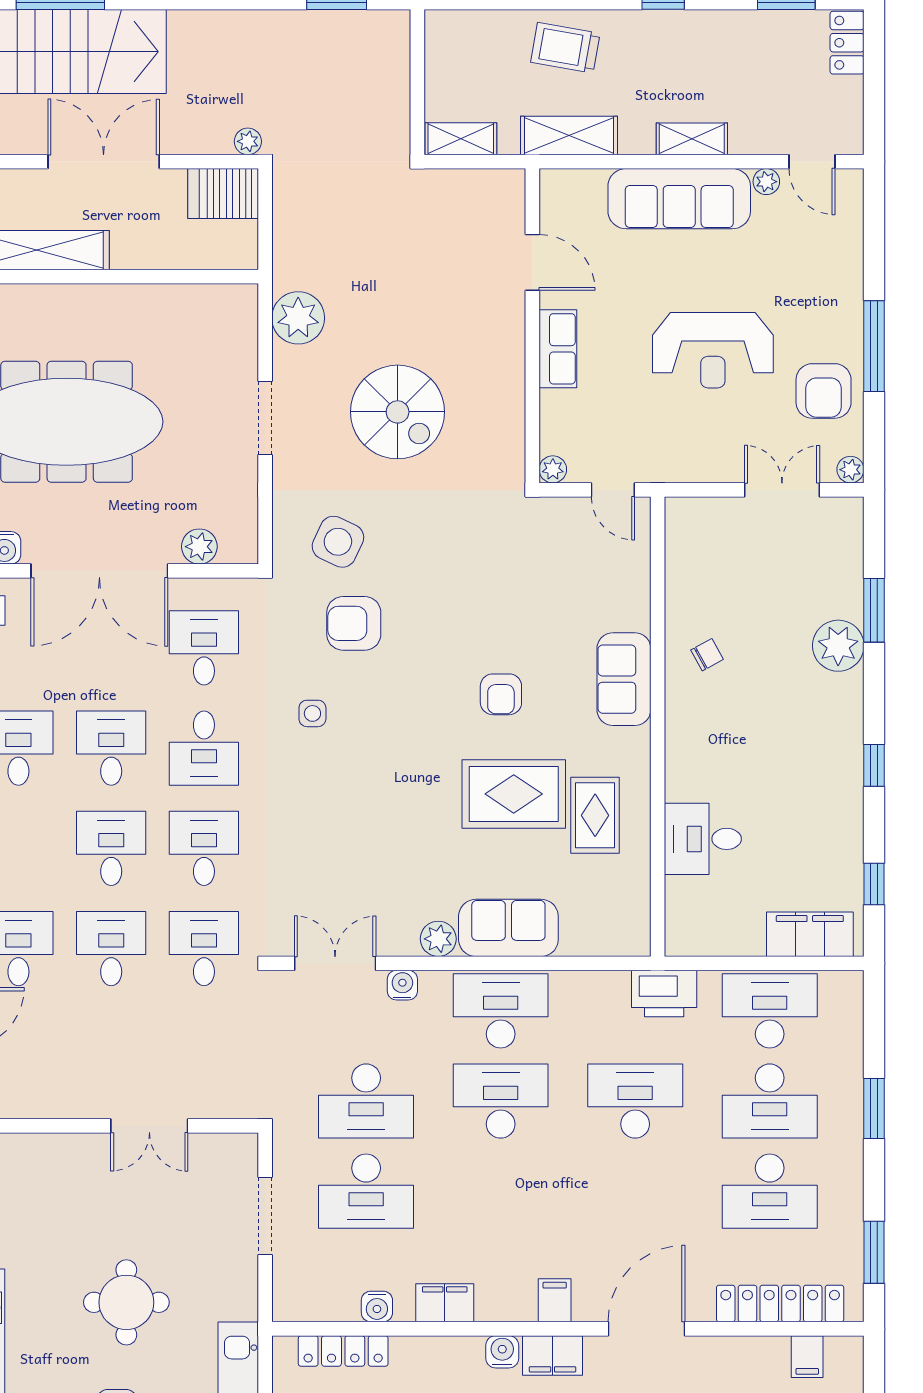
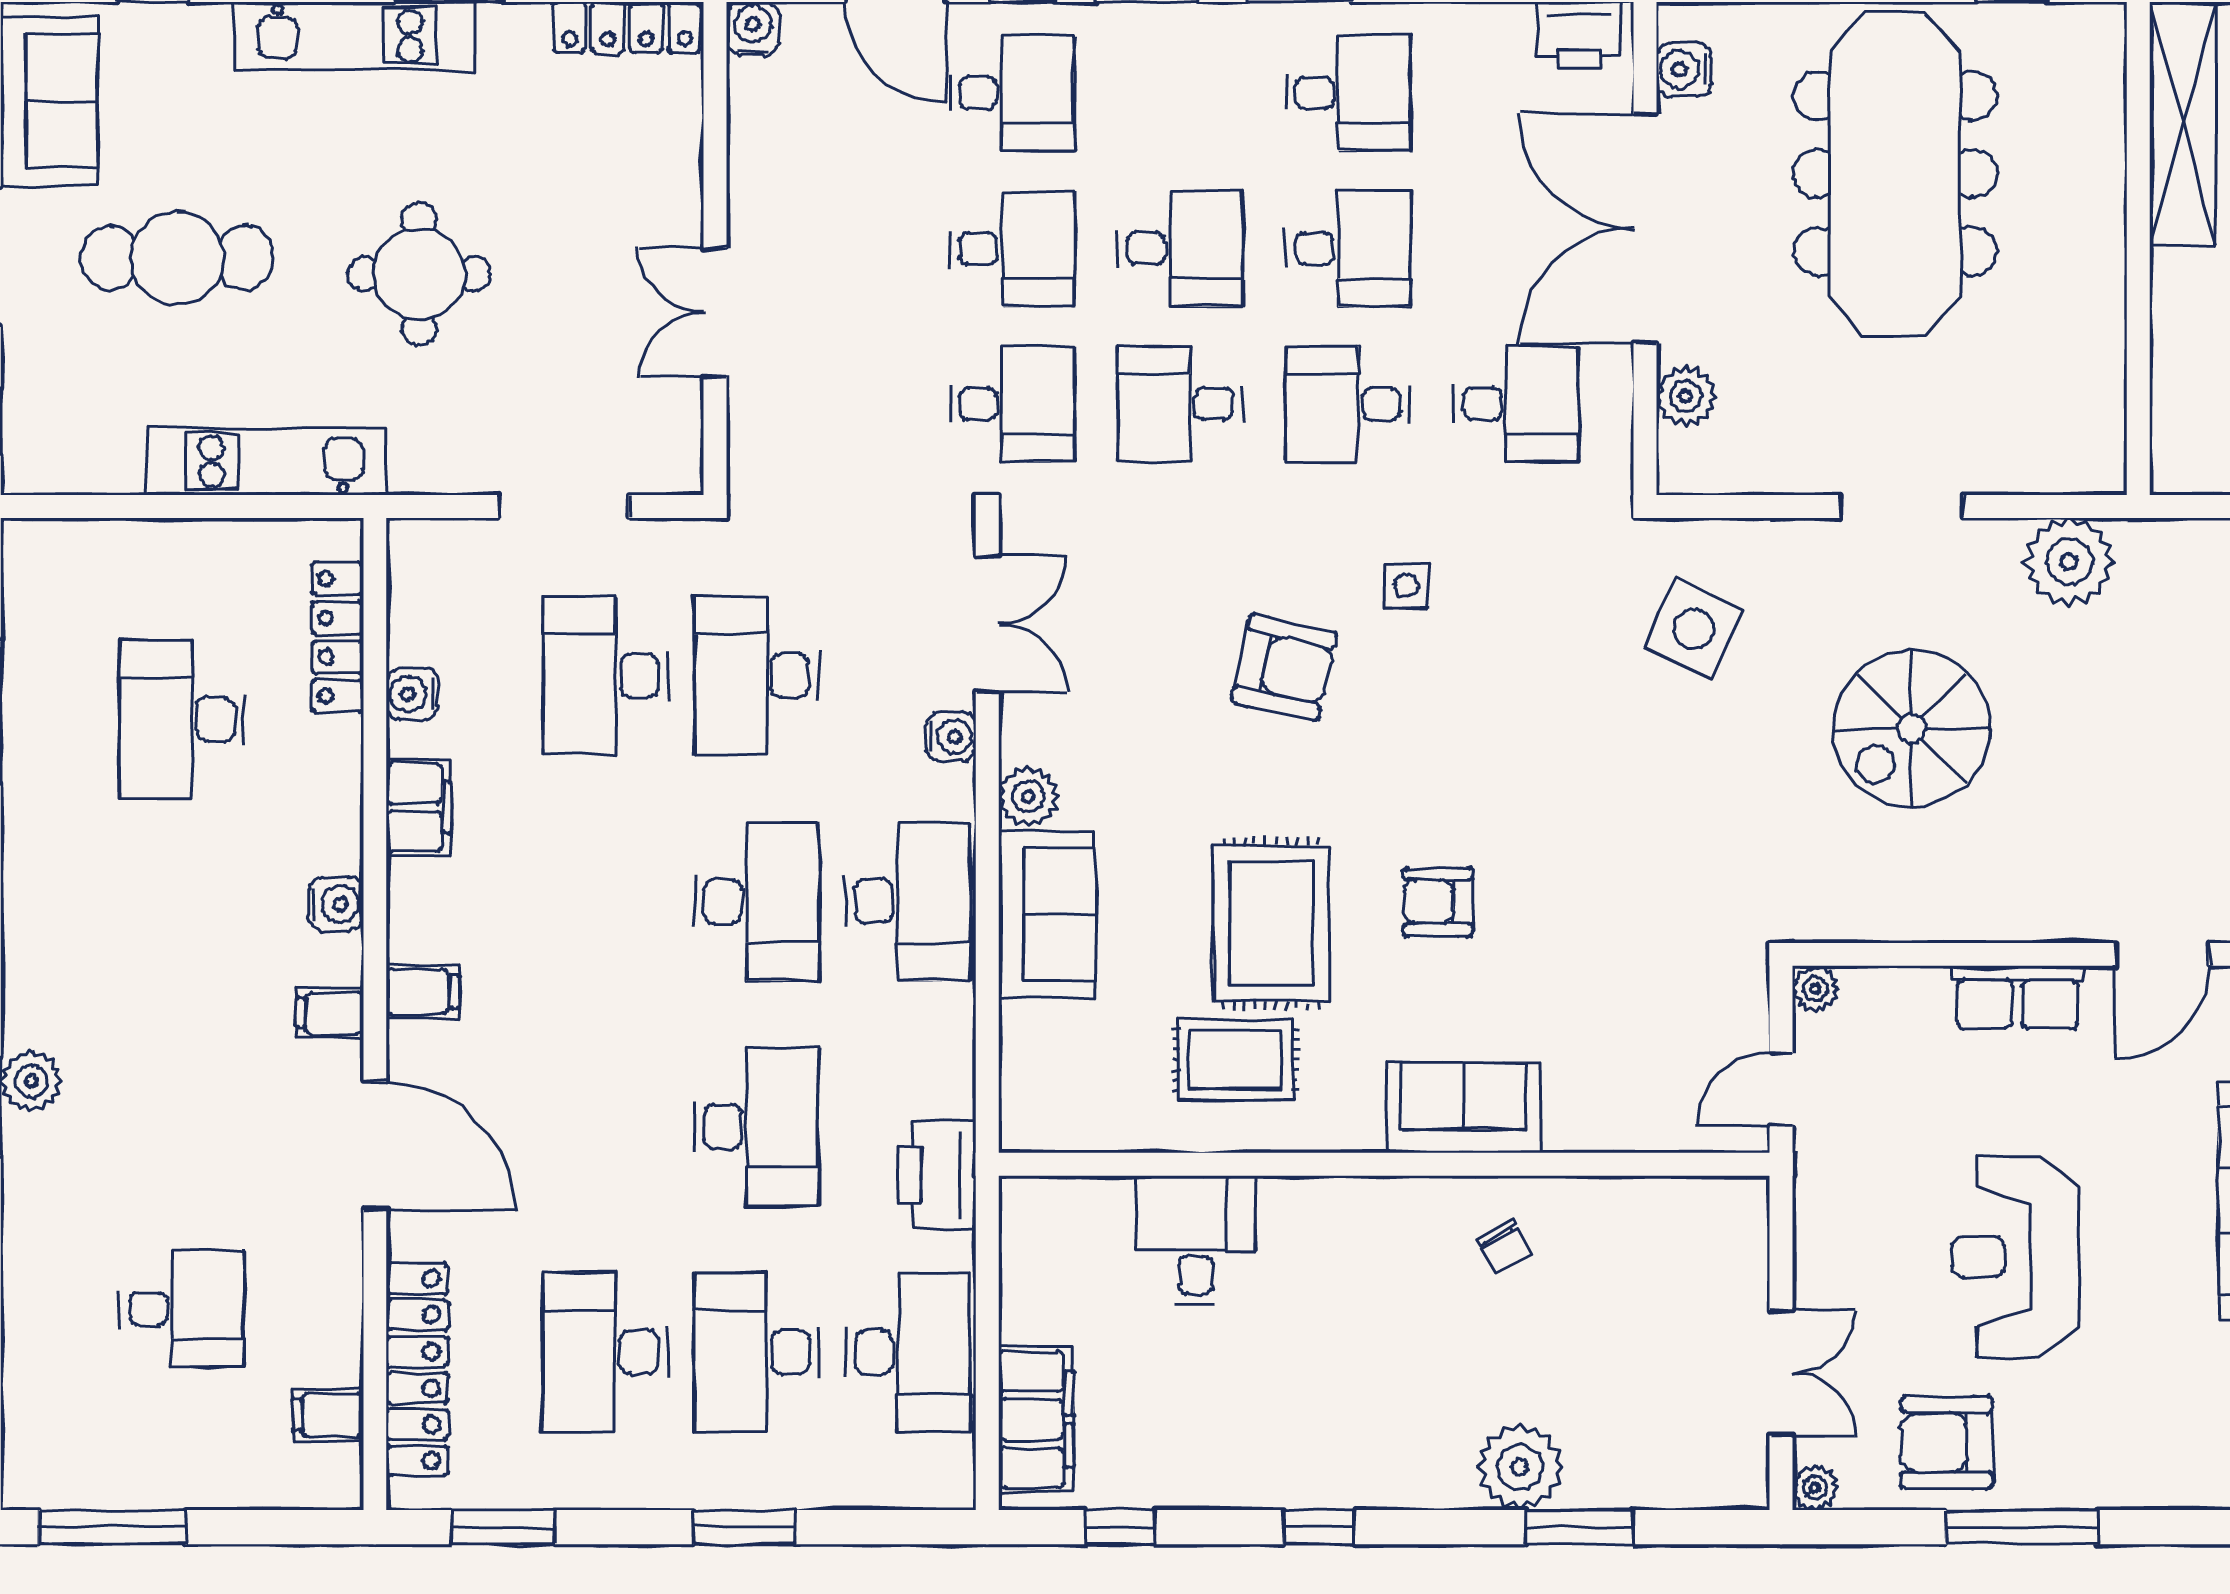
armchair: (354, 623) -> (1284, 667), moved, turned 103
desk: (204, 848) -> (1180, 404), turned 180
filing cabinet: (553, 1355) -> (330, 1013), width x0.50

